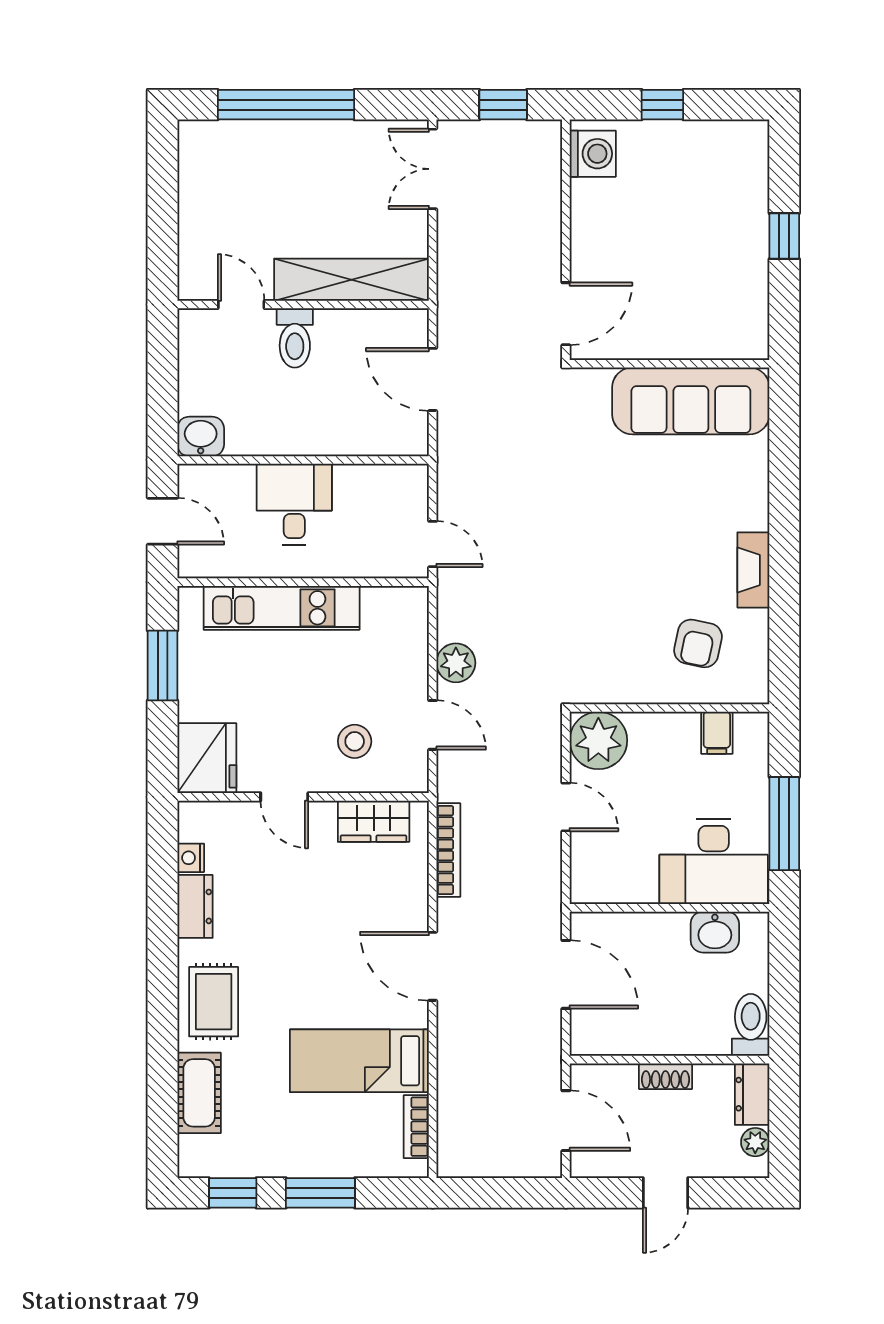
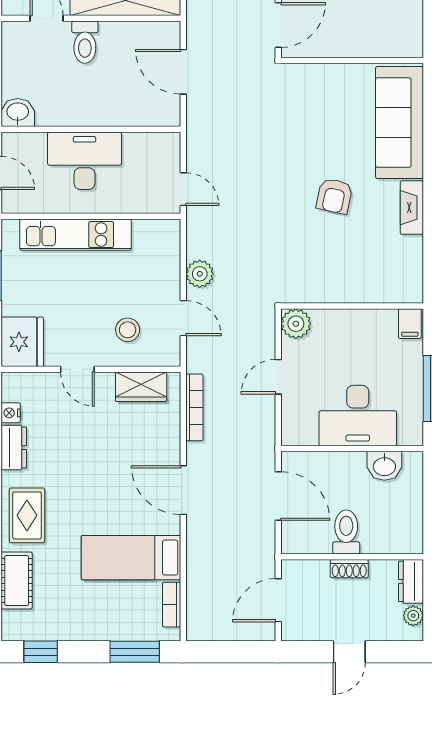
sofa: (691, 401) -> (400, 123), moved, turned 90
desk: (294, 504) -> (84, 161), width x1.37
armchair: (698, 643) -> (334, 196), moved
filing cabinet: (717, 733) -> (410, 324), moved
plant: (598, 740) -> (296, 324), width x0.73, depth x0.73
door: (566, 807) -> (278, 377), swing flipped
desk: (714, 862) -> (358, 416), moved
toilet: (751, 1025) -> (346, 532), moved
door: (566, 1121) -> (278, 600), swing flipped
window: (320, 1193) -> (135, 652), moved

